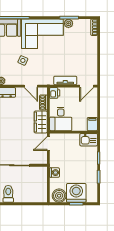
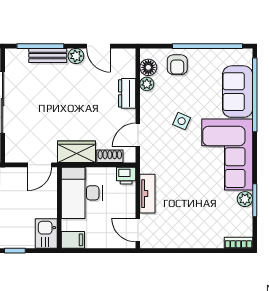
desk: (61, 119) -> (82, 193), width x1.37
door: (48, 143) -> (40, 165), swing flipped

